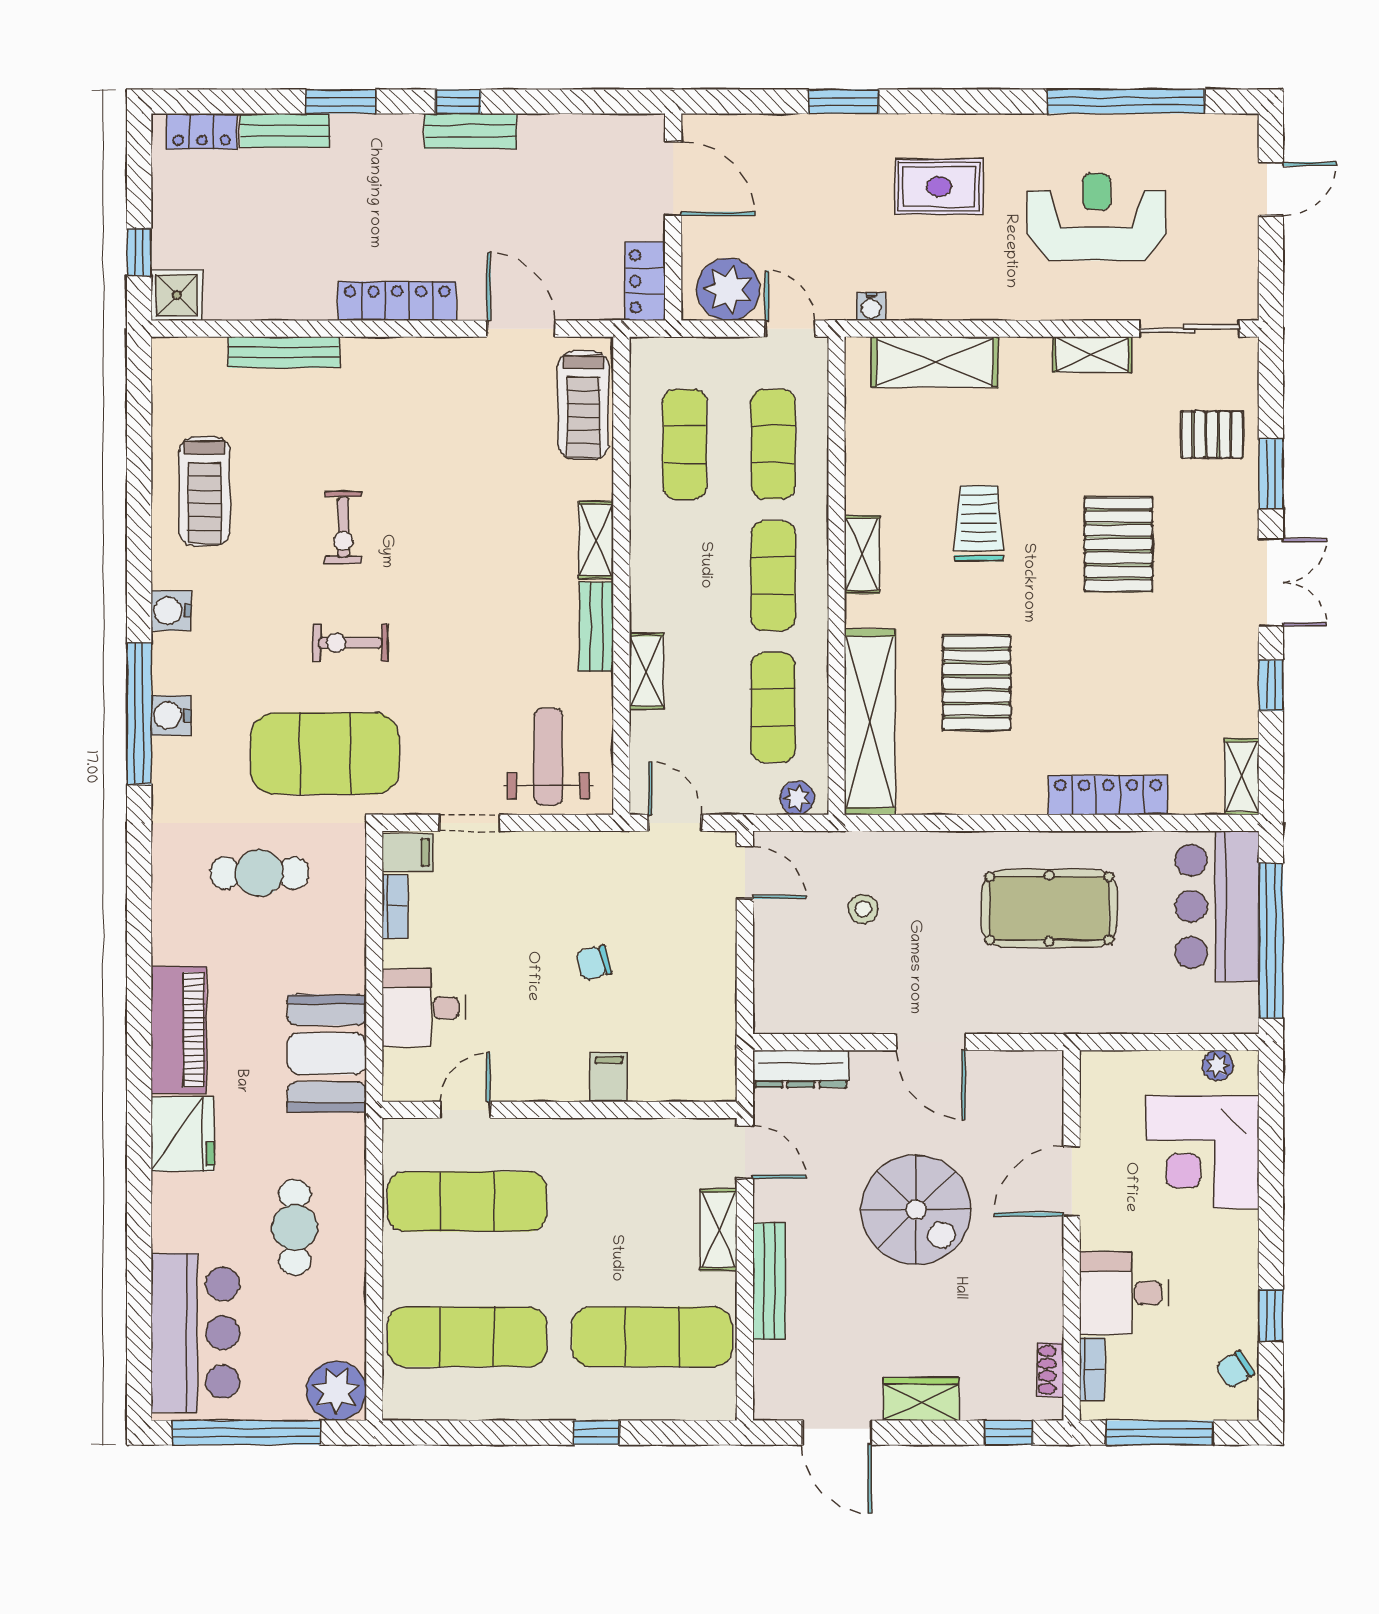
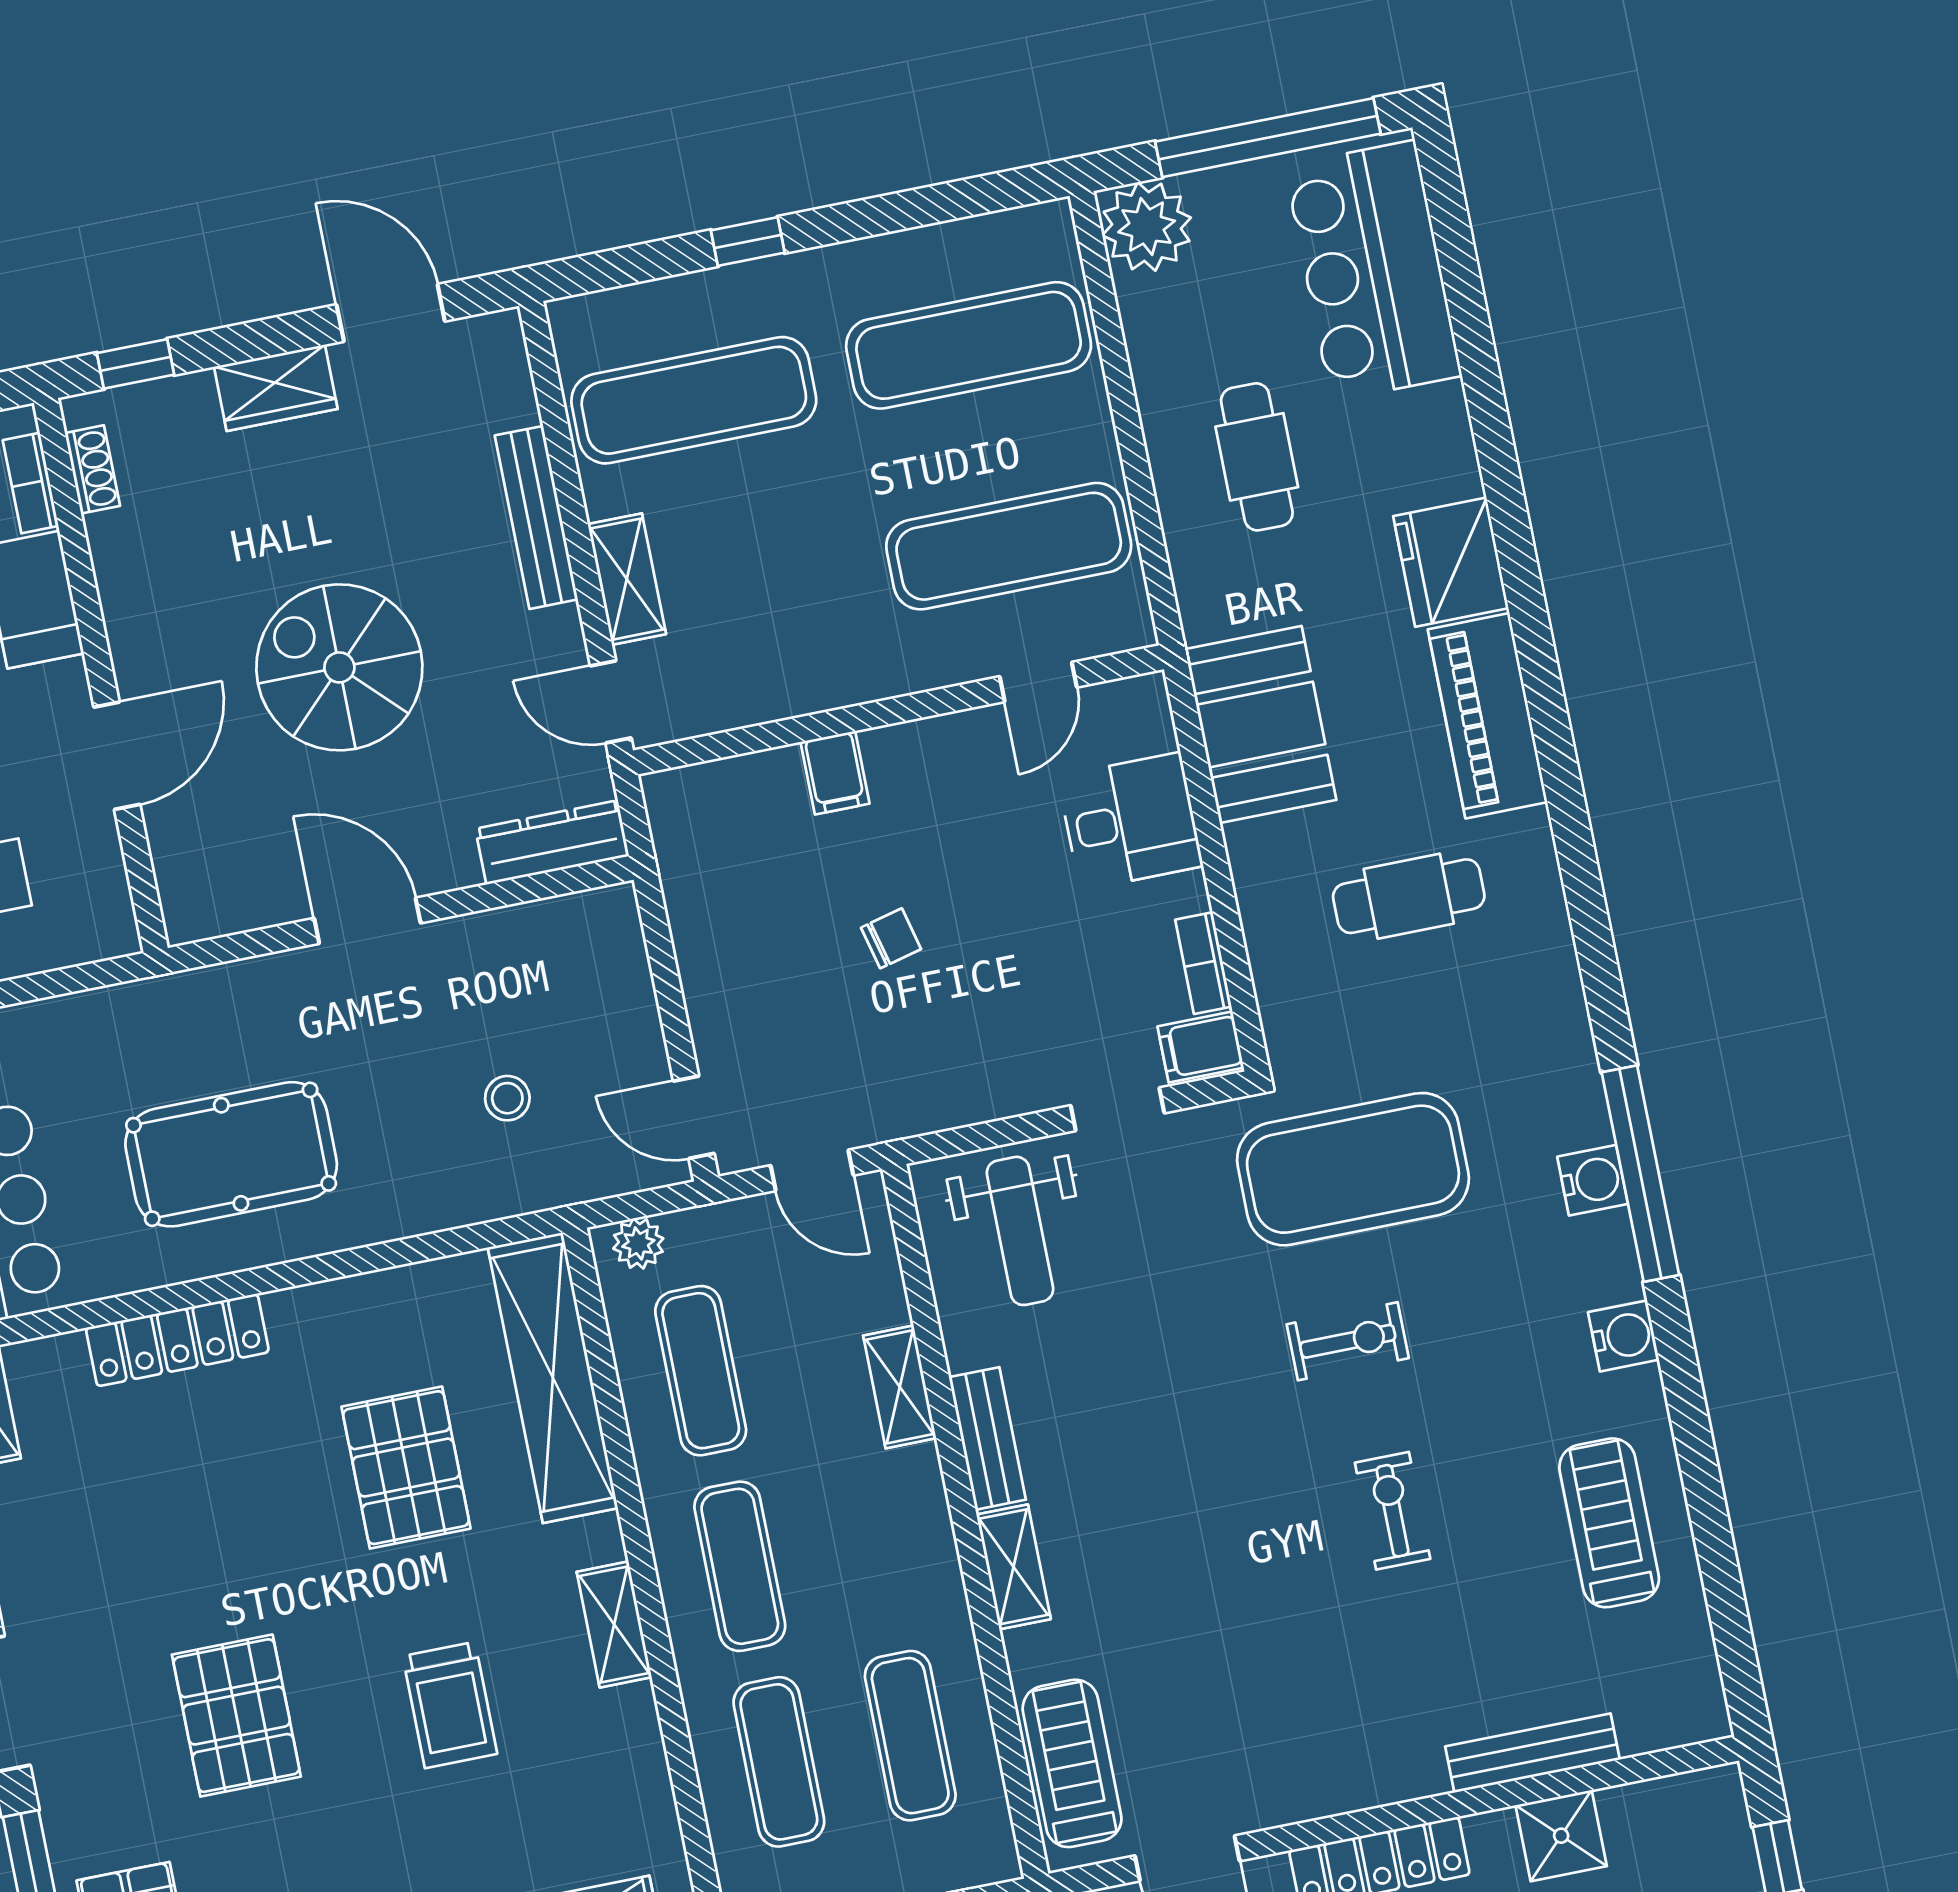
shower: (177, 295) -> (1561, 1836), moved
cafe table: (259, 873) -> (1409, 896), moved

